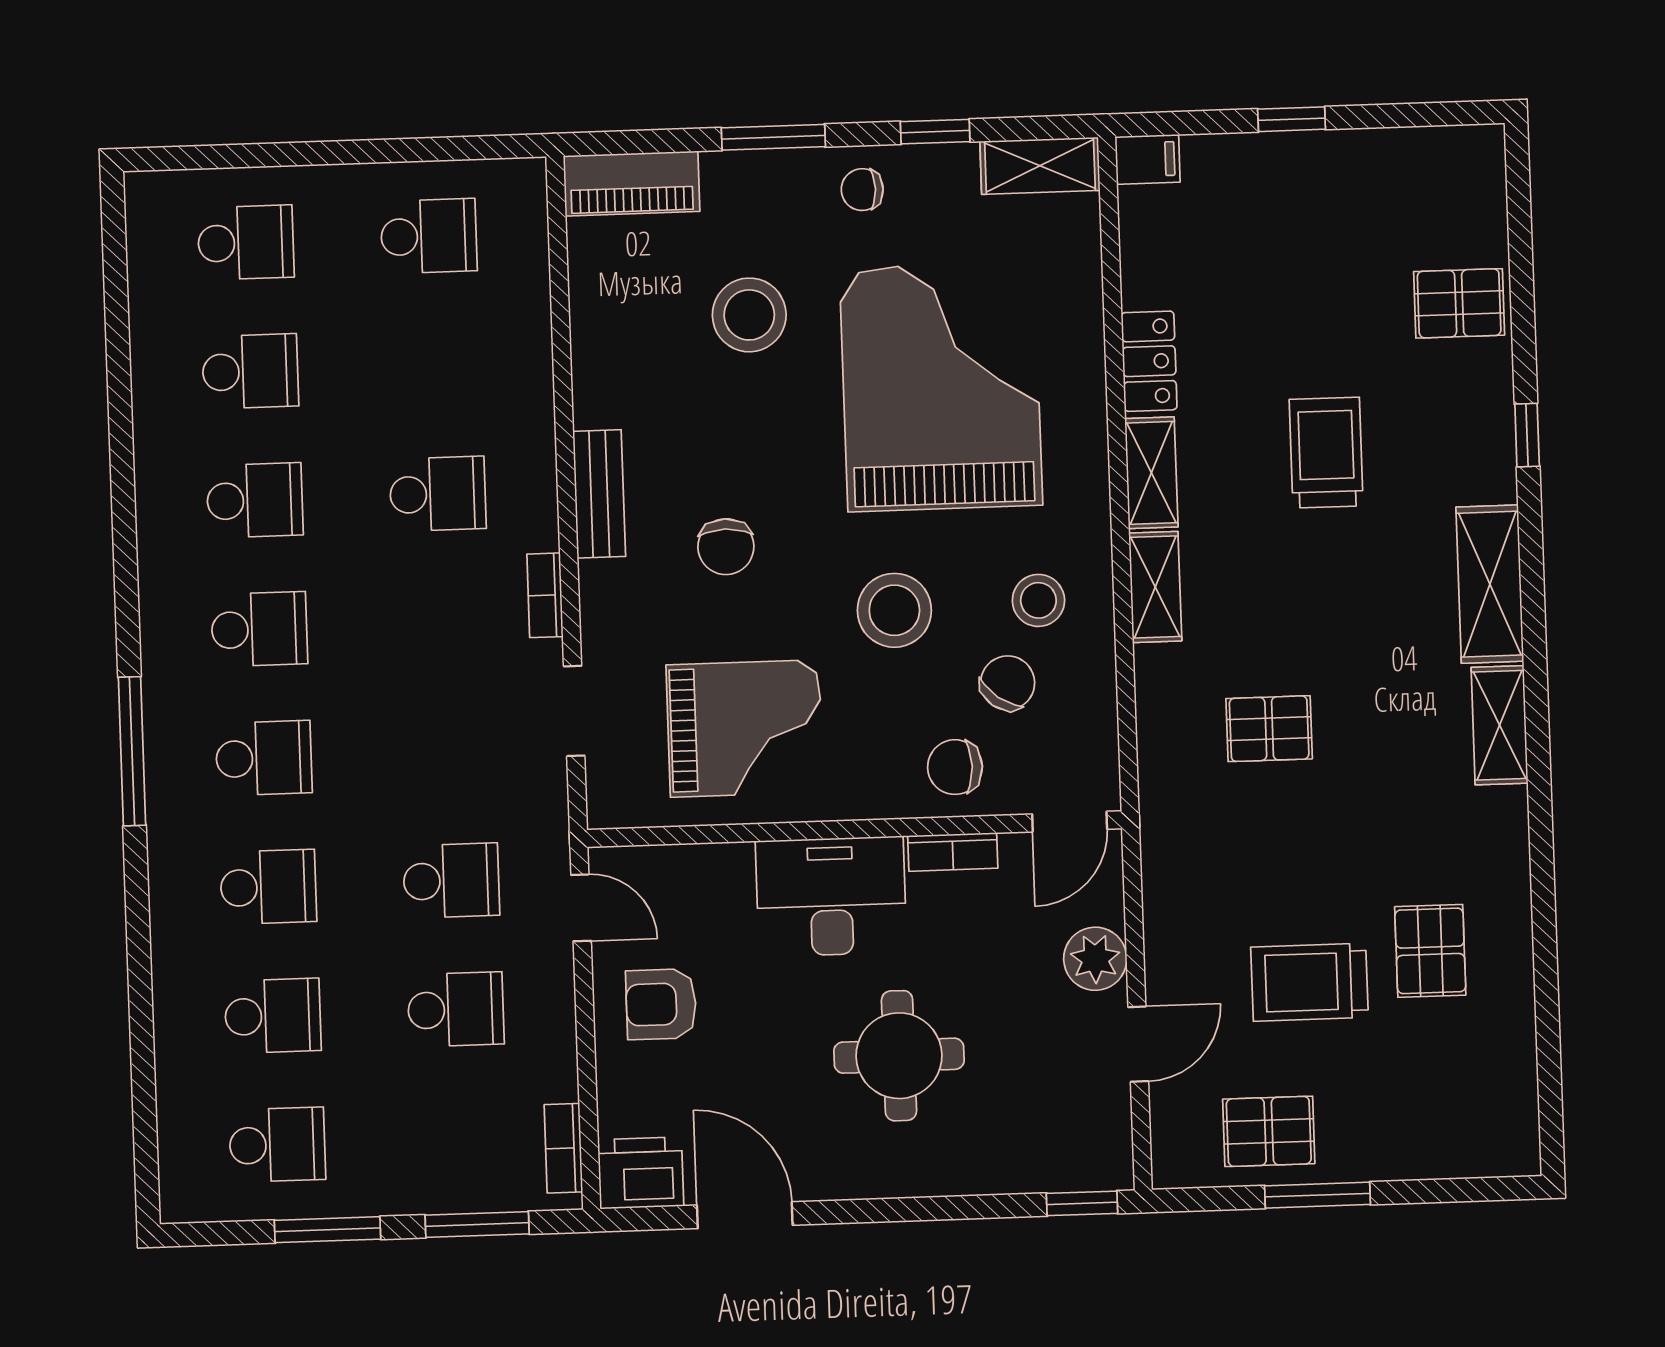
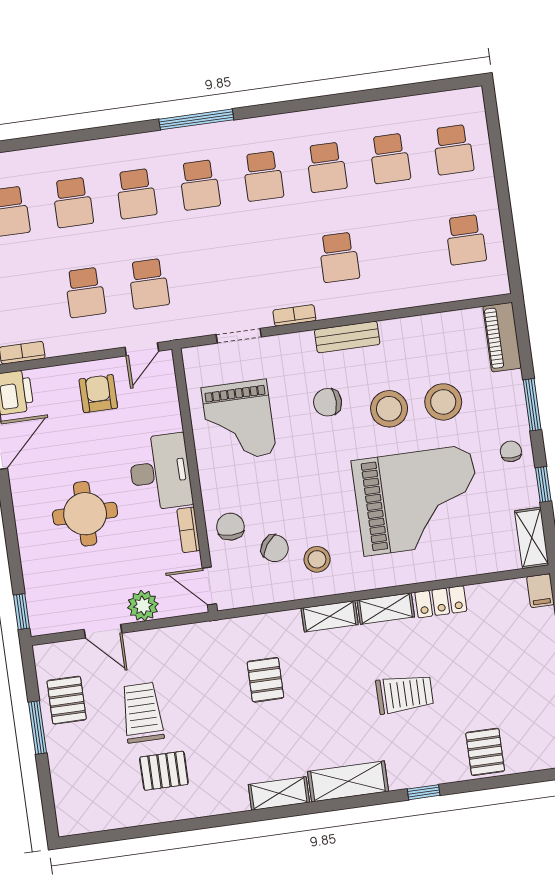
stool: (894, 610) -> (389, 409), moved

